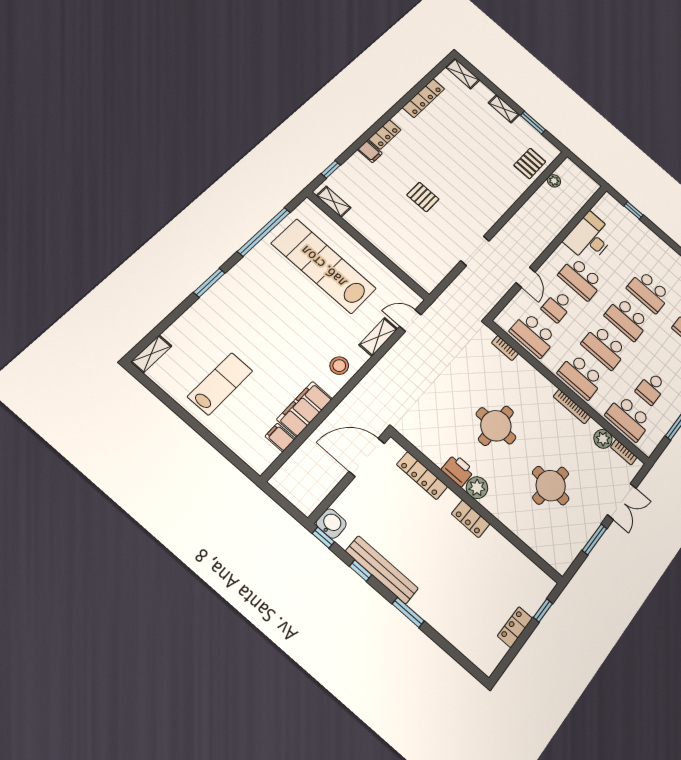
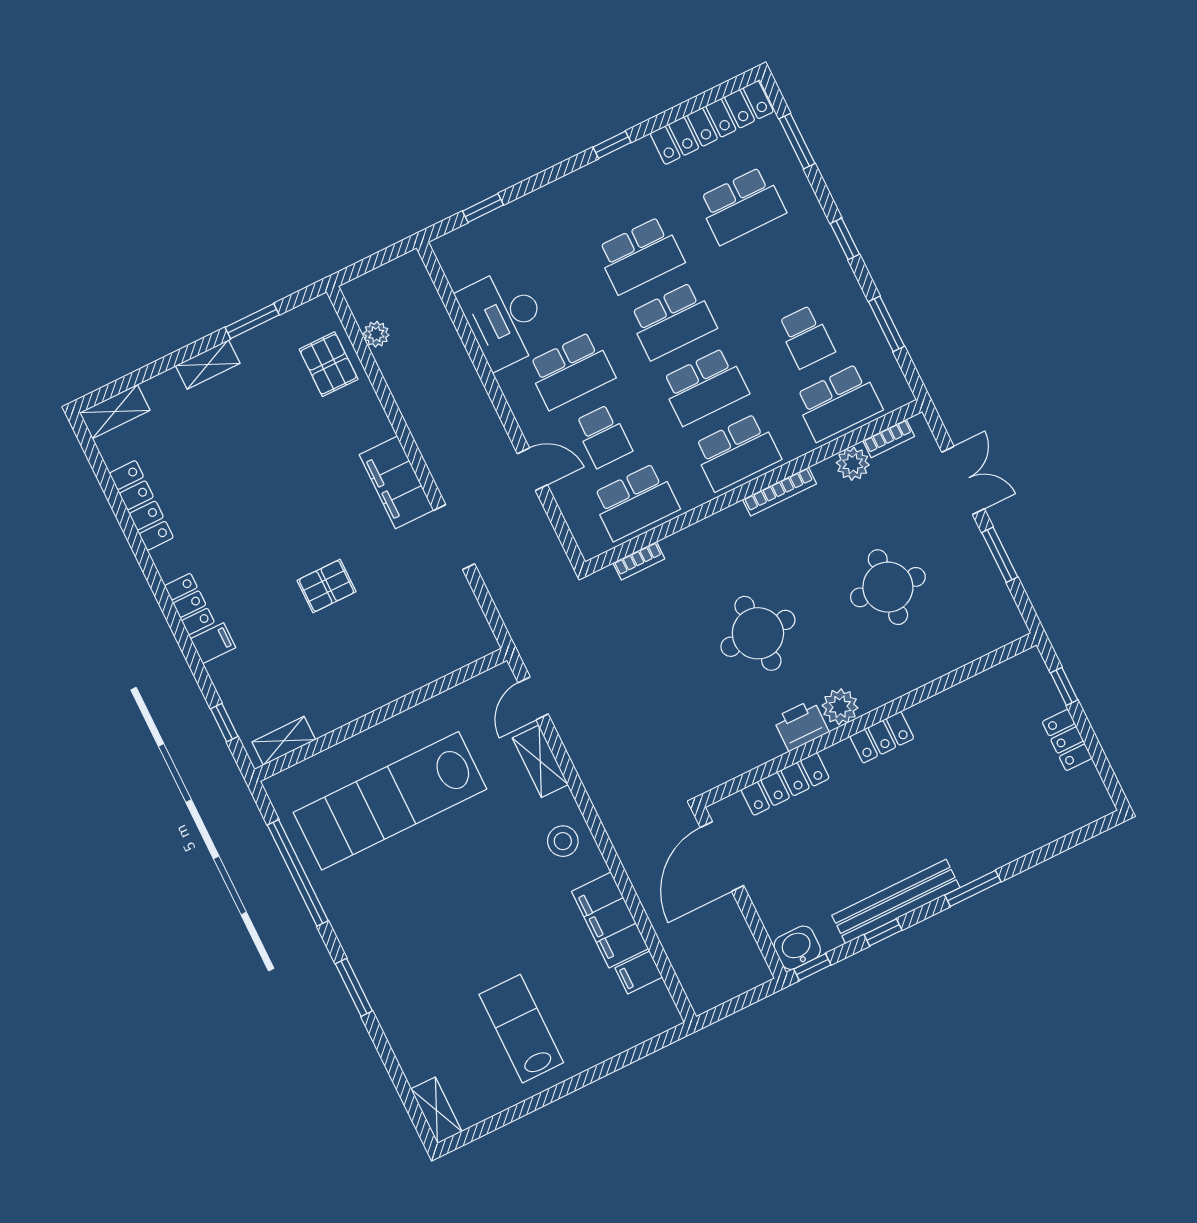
filing cabinet: (489, 214) -> (396, 482), added

